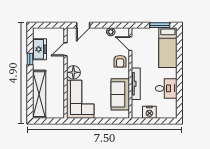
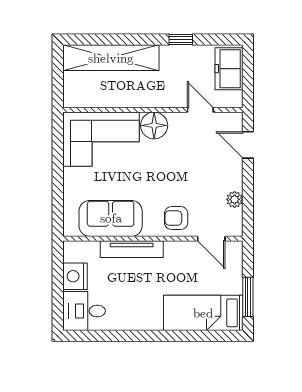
door: (130, 44) -> (211, 239), swing flipped
freezer: (39, 49) -> (229, 69), moved, turned 90
desk: (166, 88) -> (84, 311), moved, turned 90

